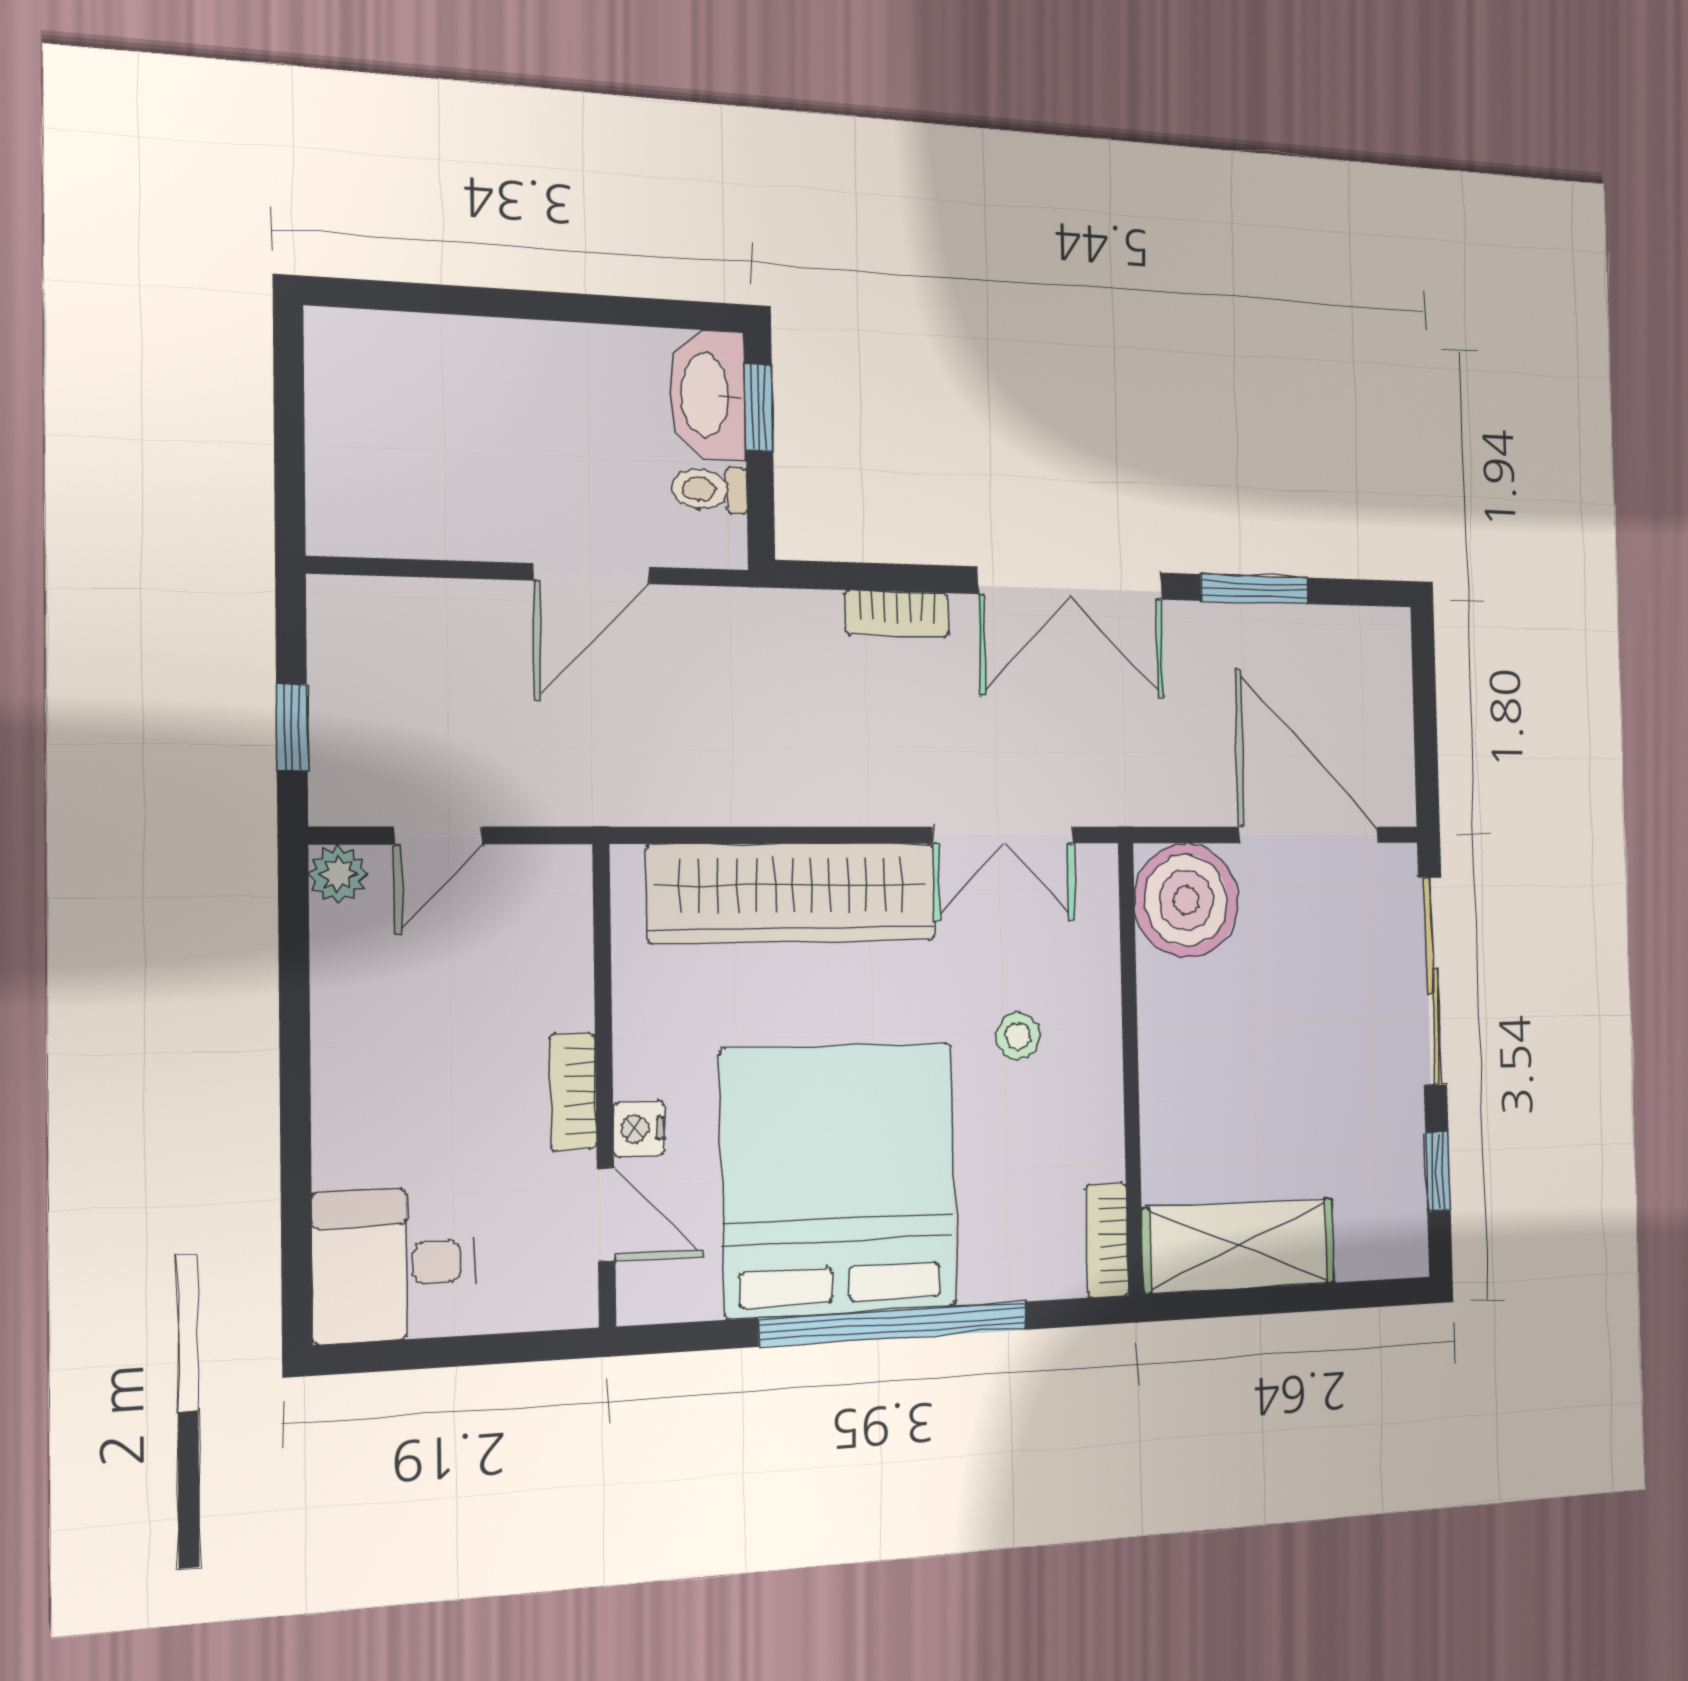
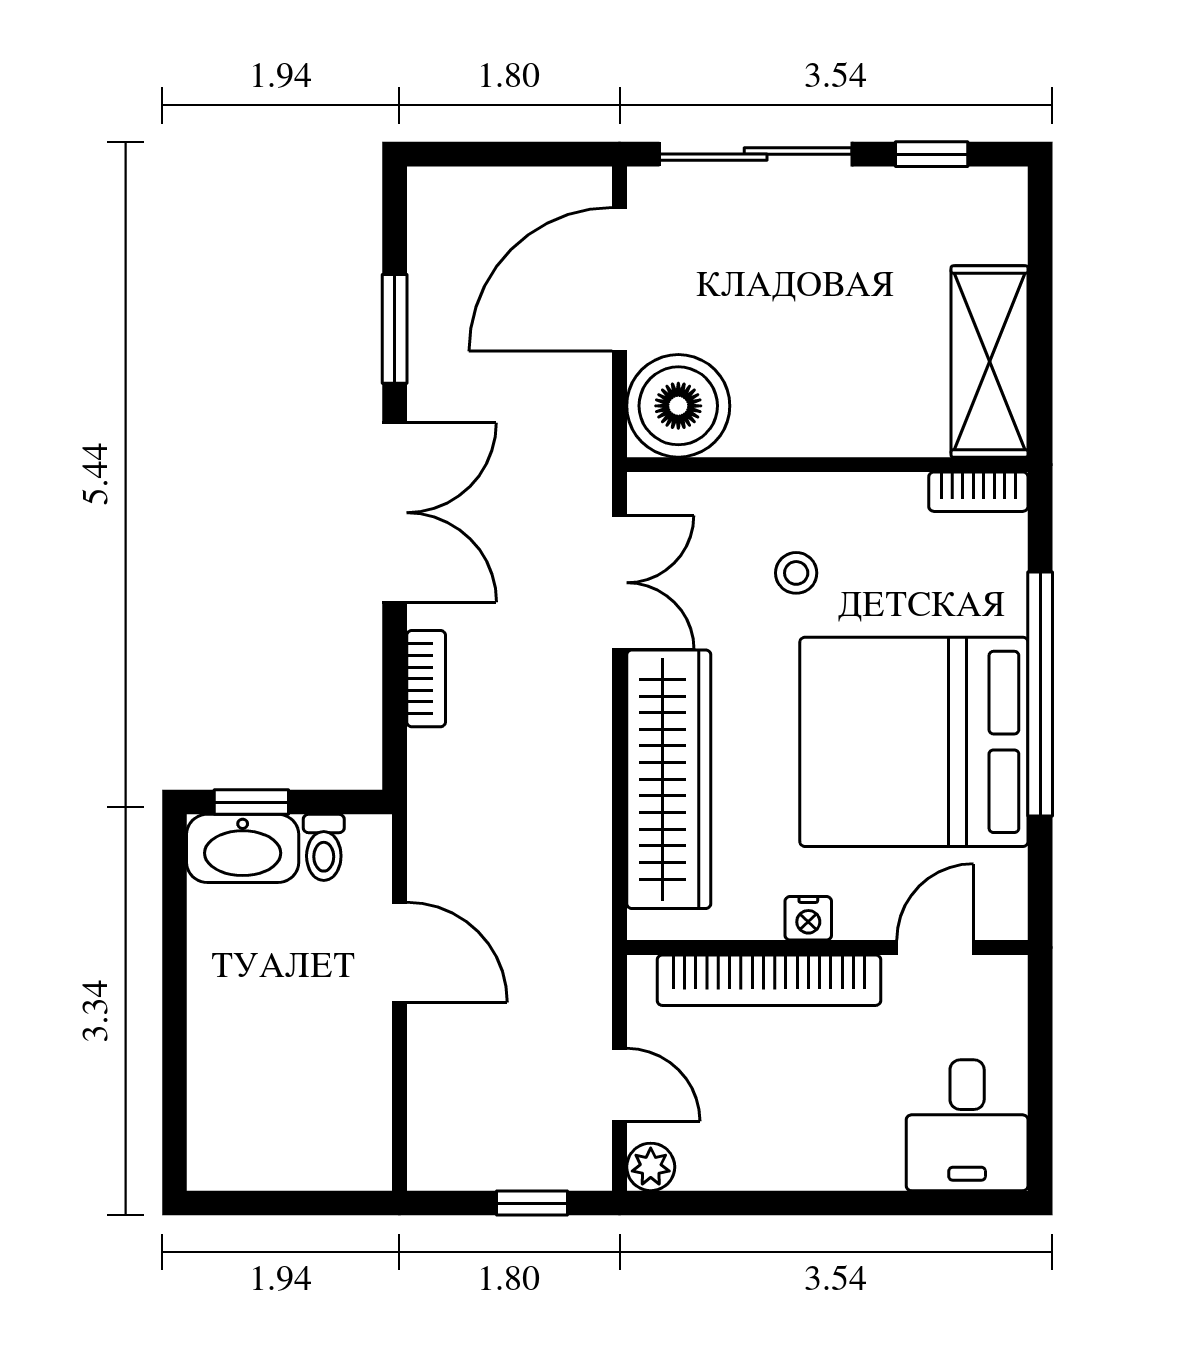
bookcase: (573, 1092) -> (769, 980), width x2.31, depth x1.31
nightstand: (639, 1129) -> (808, 918), moved

